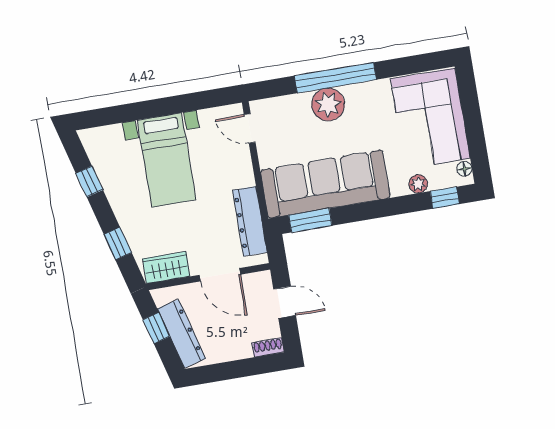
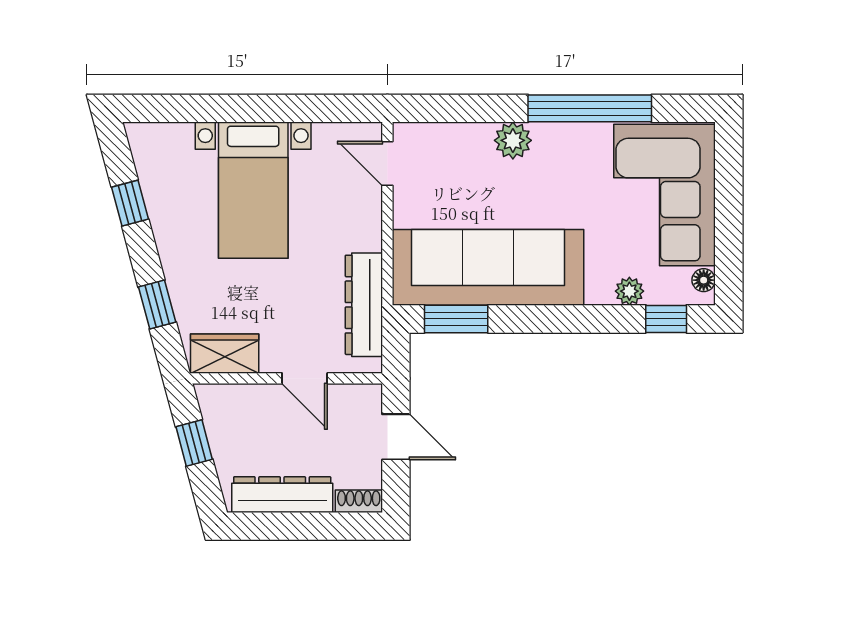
window: (335, 78) -> (590, 108), moved
plant: (328, 104) -> (513, 140), width x0.73, depth x0.73
door: (220, 275) -> (305, 378), width x0.73
dresser: (181, 334) -> (282, 495), moved, turned -75

